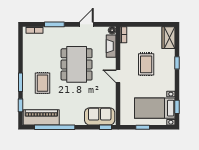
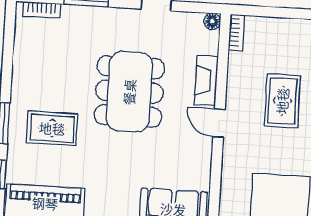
fireplace: (111, 46) -> (206, 80), moved
rug: (43, 83) -> (52, 128), turned 90

